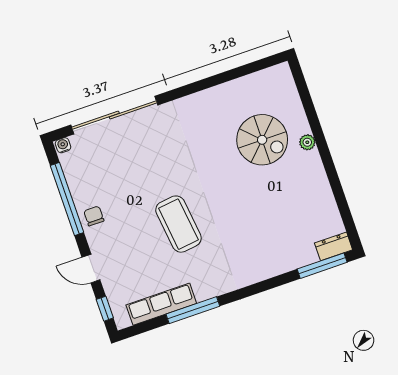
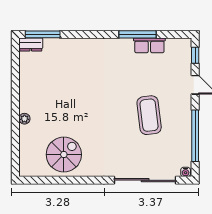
spiral stairs: (262, 140) -> (64, 154), moved, turned 90
chair: (94, 216) -> (181, 119), removed
coffee table: (178, 224) -> (149, 115), moved
row of seats: (161, 304) -> (149, 45), width x0.68

